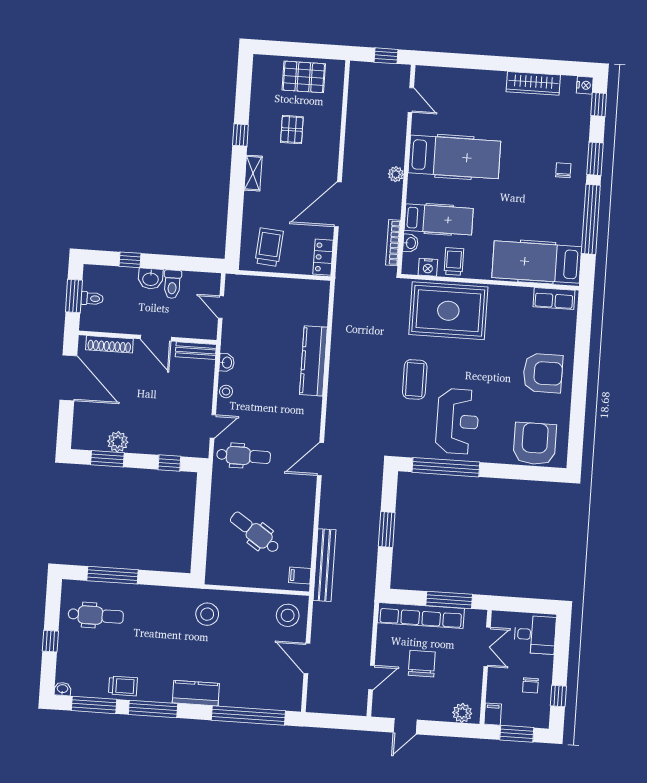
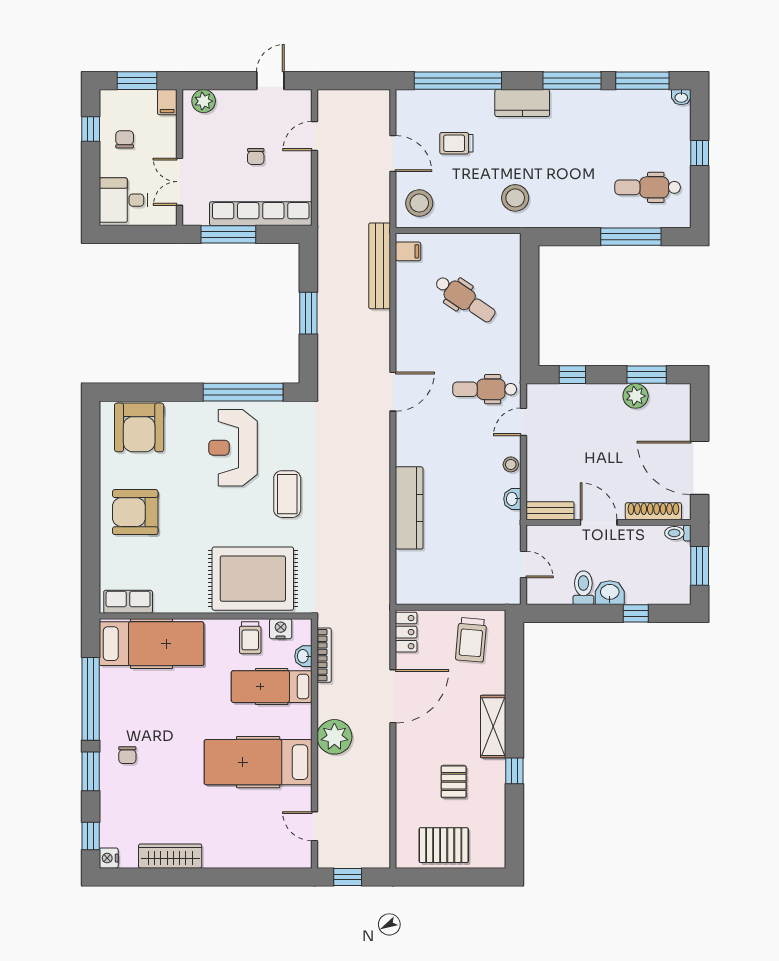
shelving: (253, 173) -> (493, 727), width x1.50, depth x1.33
plant: (396, 174) -> (334, 737), width x1.87, depth x1.87
toilet: (92, 298) -> (678, 533), moved
chair: (422, 664) -> (256, 156), width x0.54, depth x0.54
trolley: (123, 686) -> (456, 143), moved

